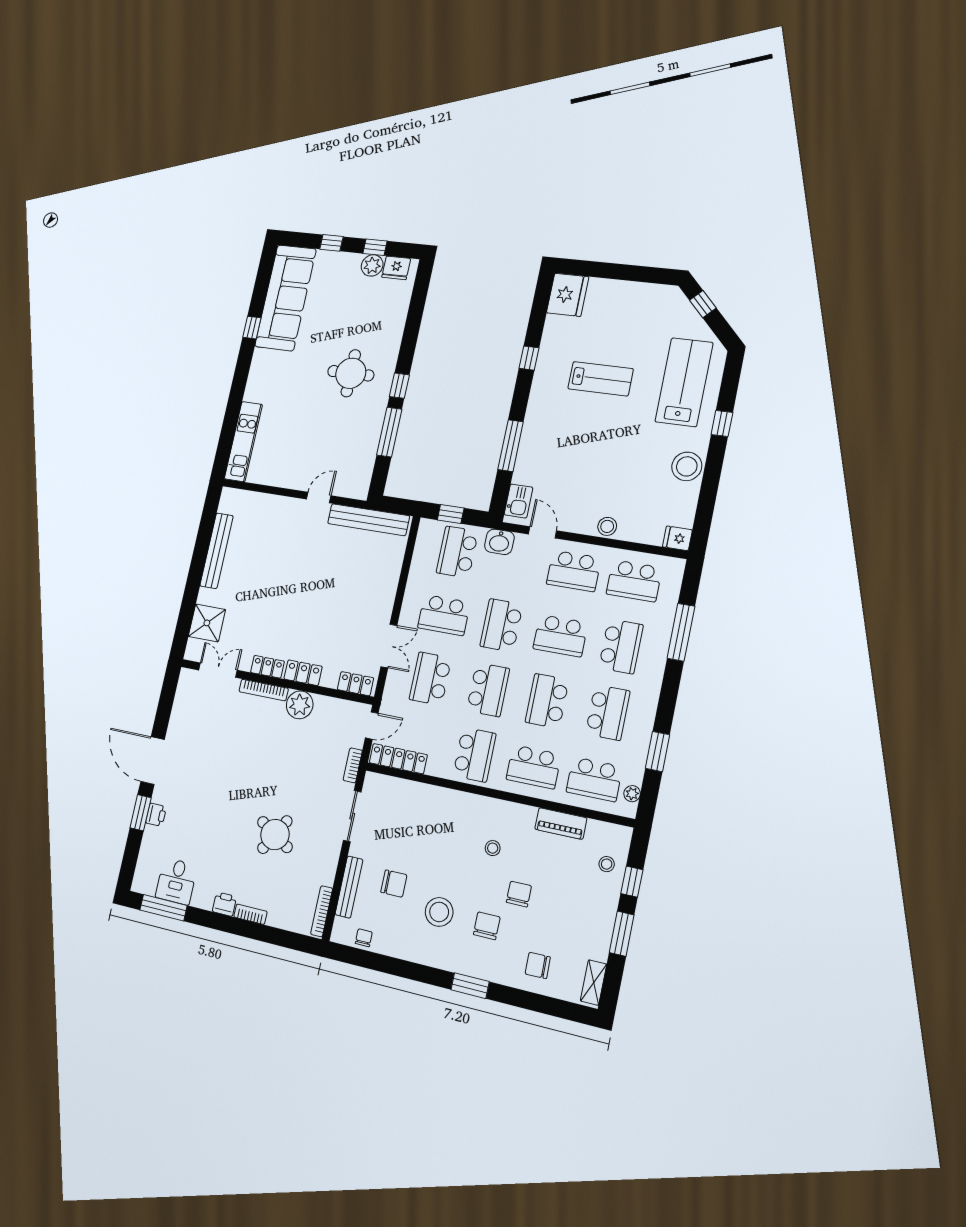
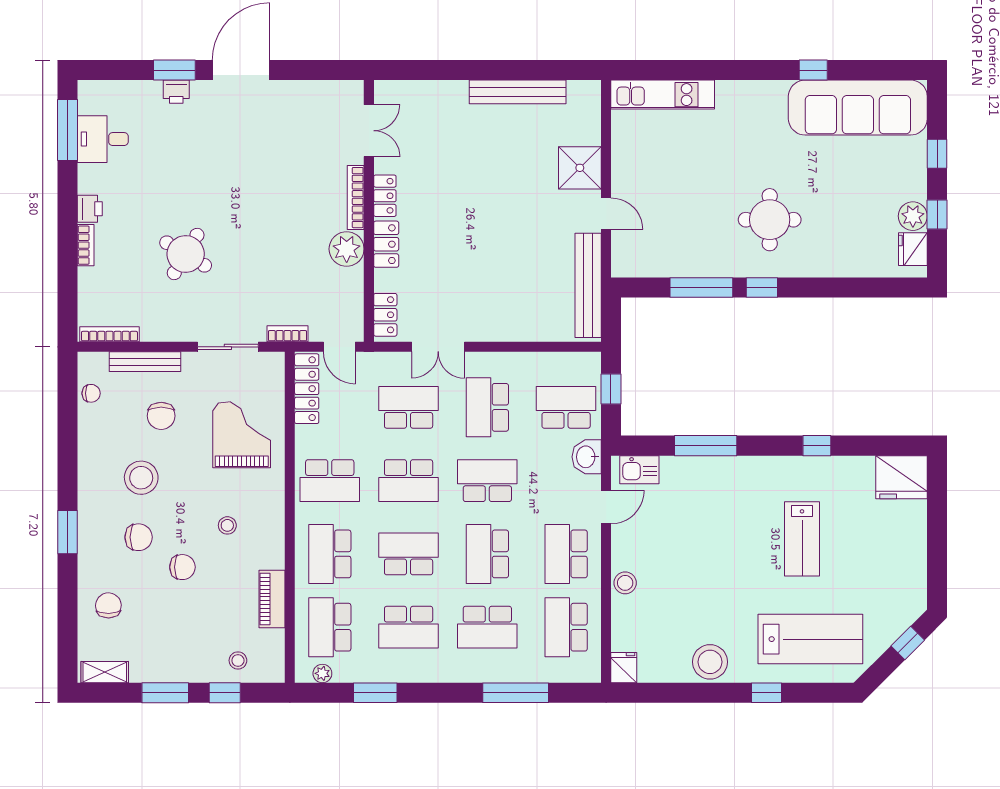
shower: (207, 623) -> (580, 168), moved
grand piano: (423, 820) -> (242, 435), added

